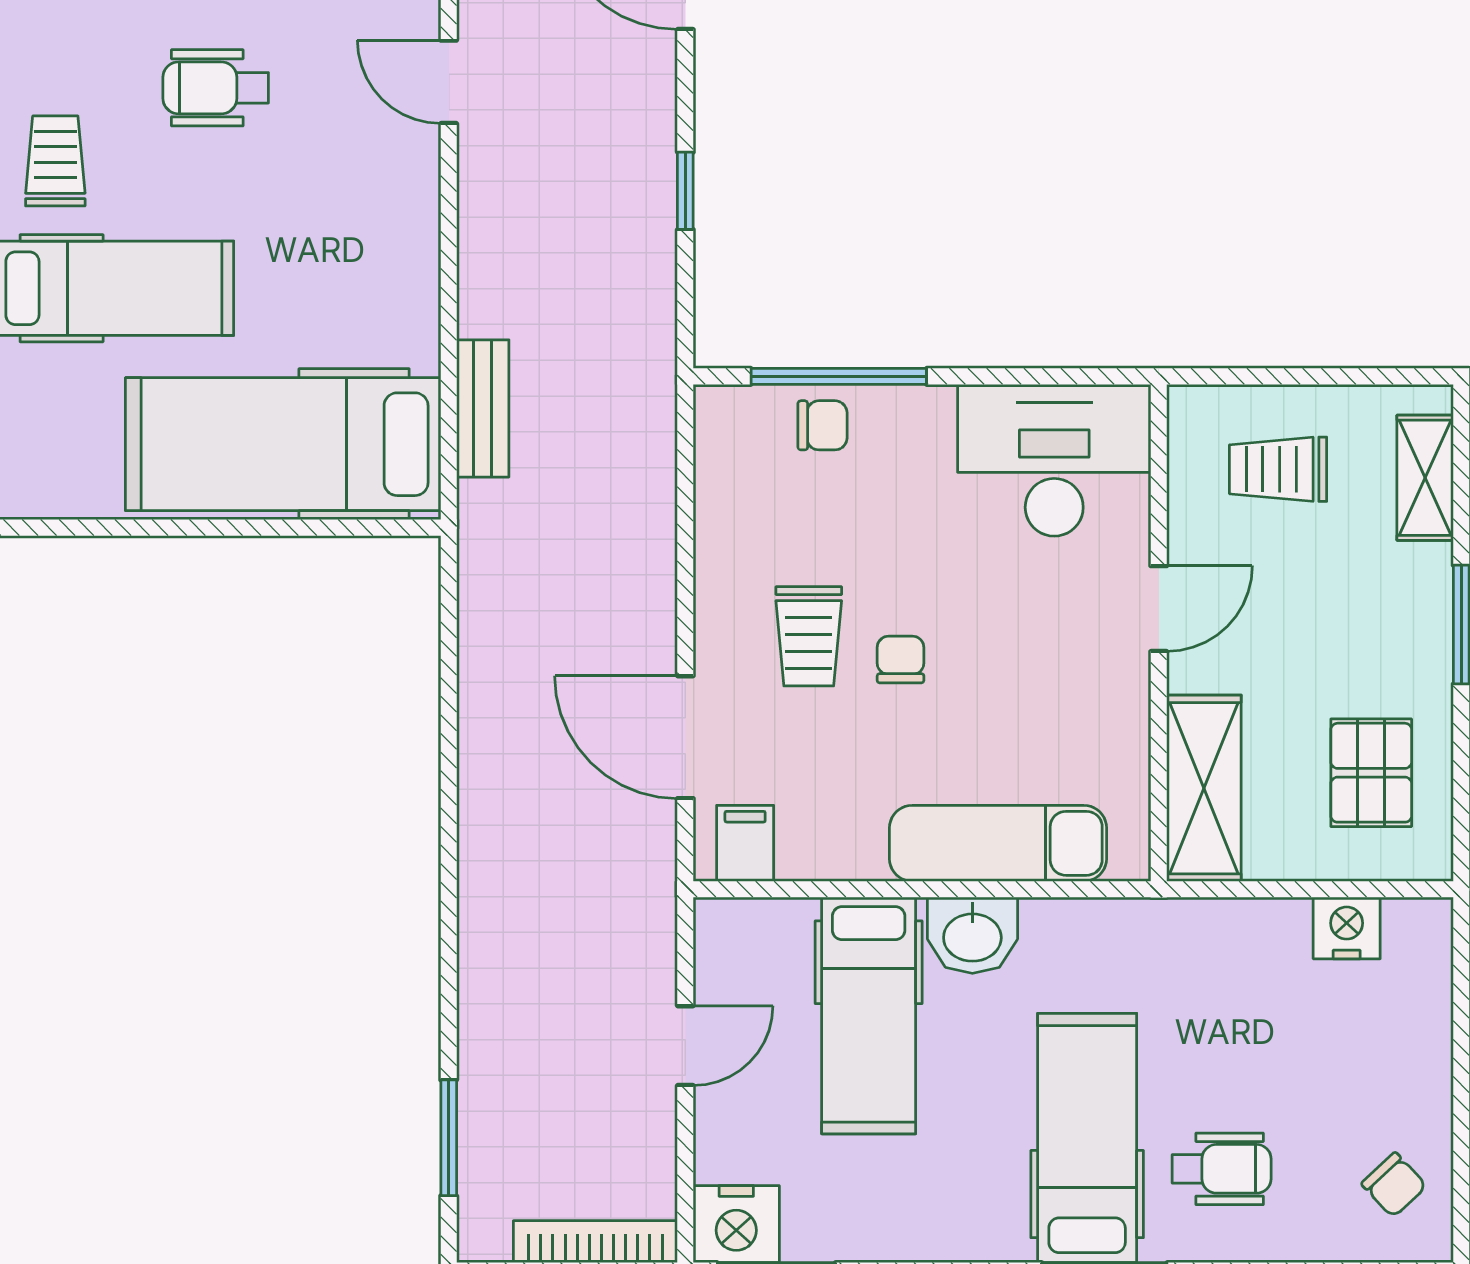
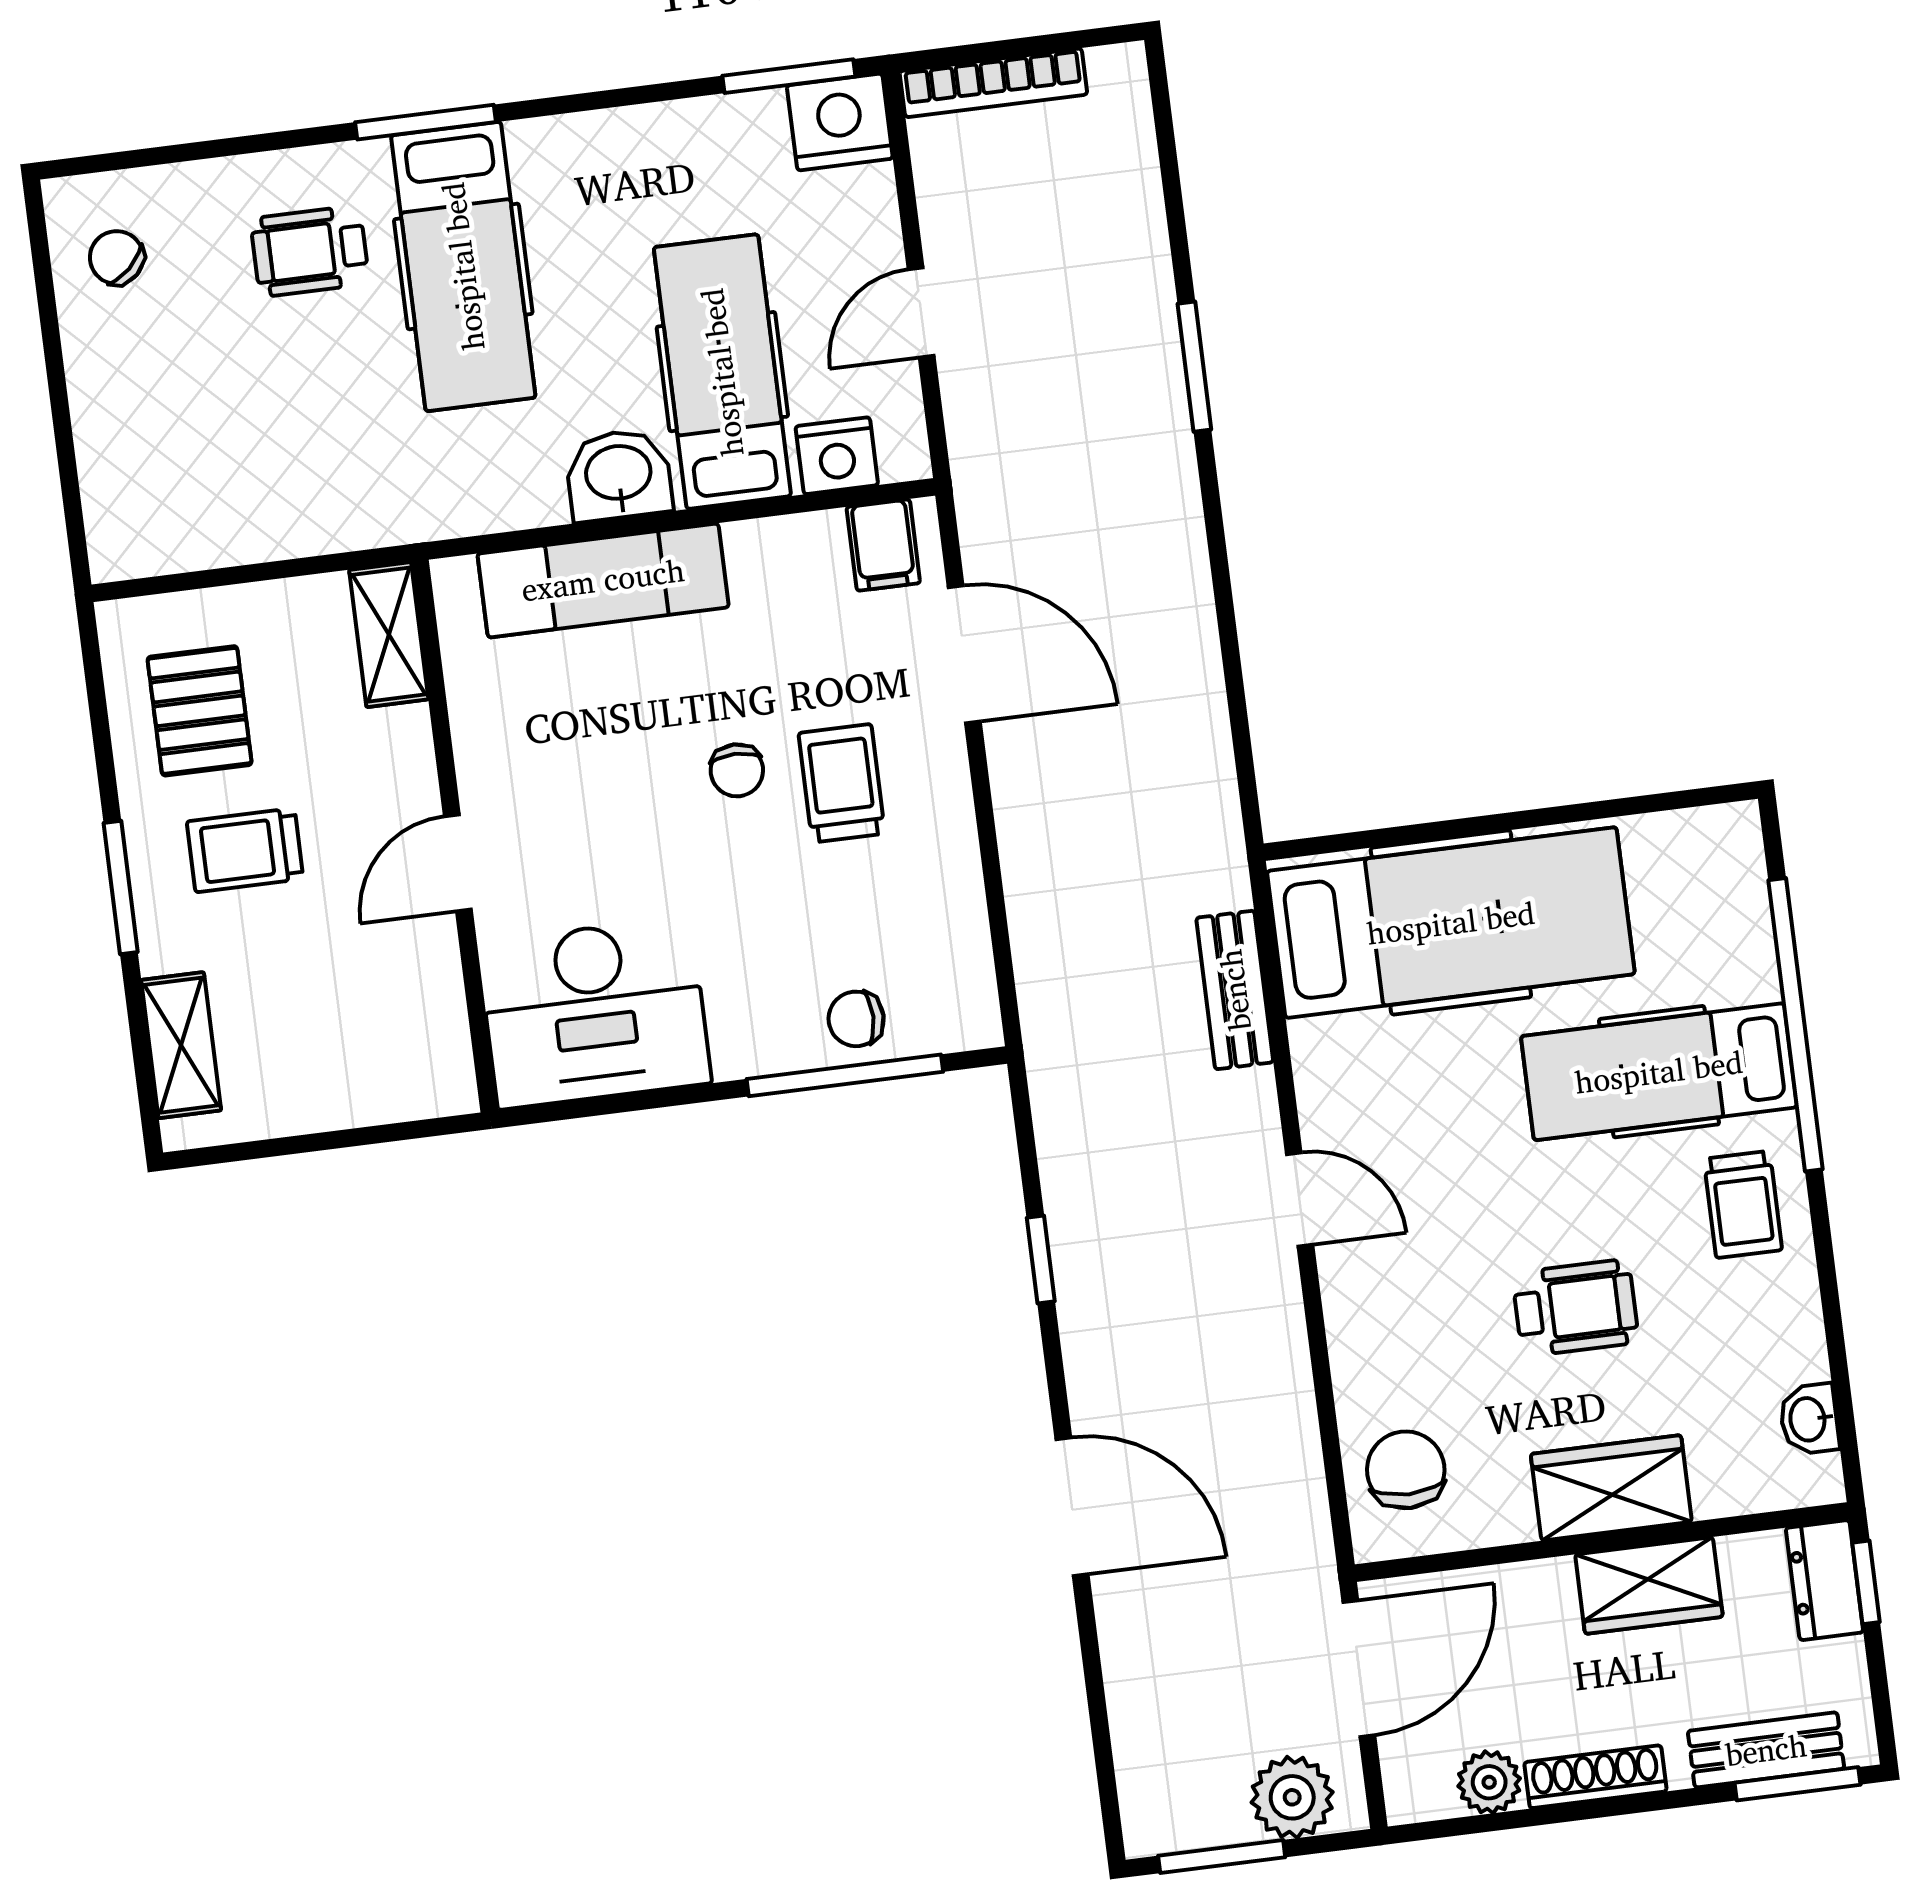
door: (449, 82) -> (1300, 1199), moved
trolley: (1278, 469) -> (245, 850), moved, turned 180
shelving: (1204, 788) -> (389, 635), width x0.67, depth x0.75
nightstand: (1347, 928) -> (837, 456), moved
window: (449, 1138) -> (1194, 367), moved

